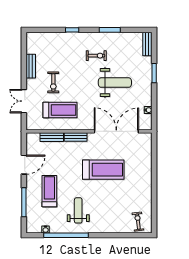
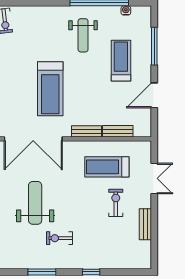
weight bench: (115, 83) -> (35, 203), turned 90
treadmill: (103, 170) -> (50, 89), turned -90
treadmill: (49, 191) -> (121, 61), turned 180

